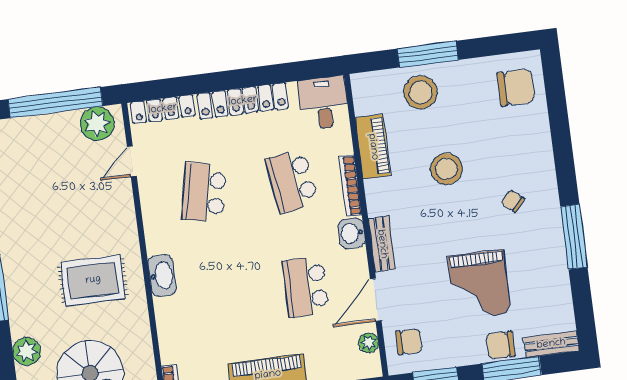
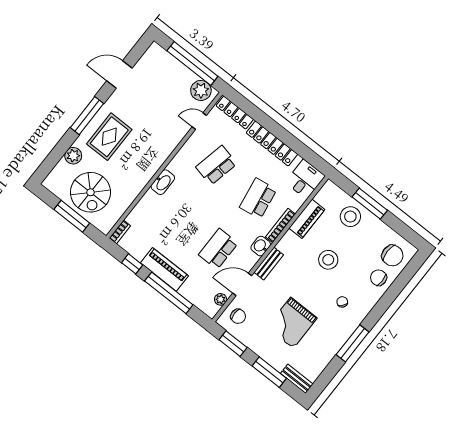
rug: (93, 280) -> (109, 137), moved, turned 90
chair: (501, 345) -> (379, 278), moved

